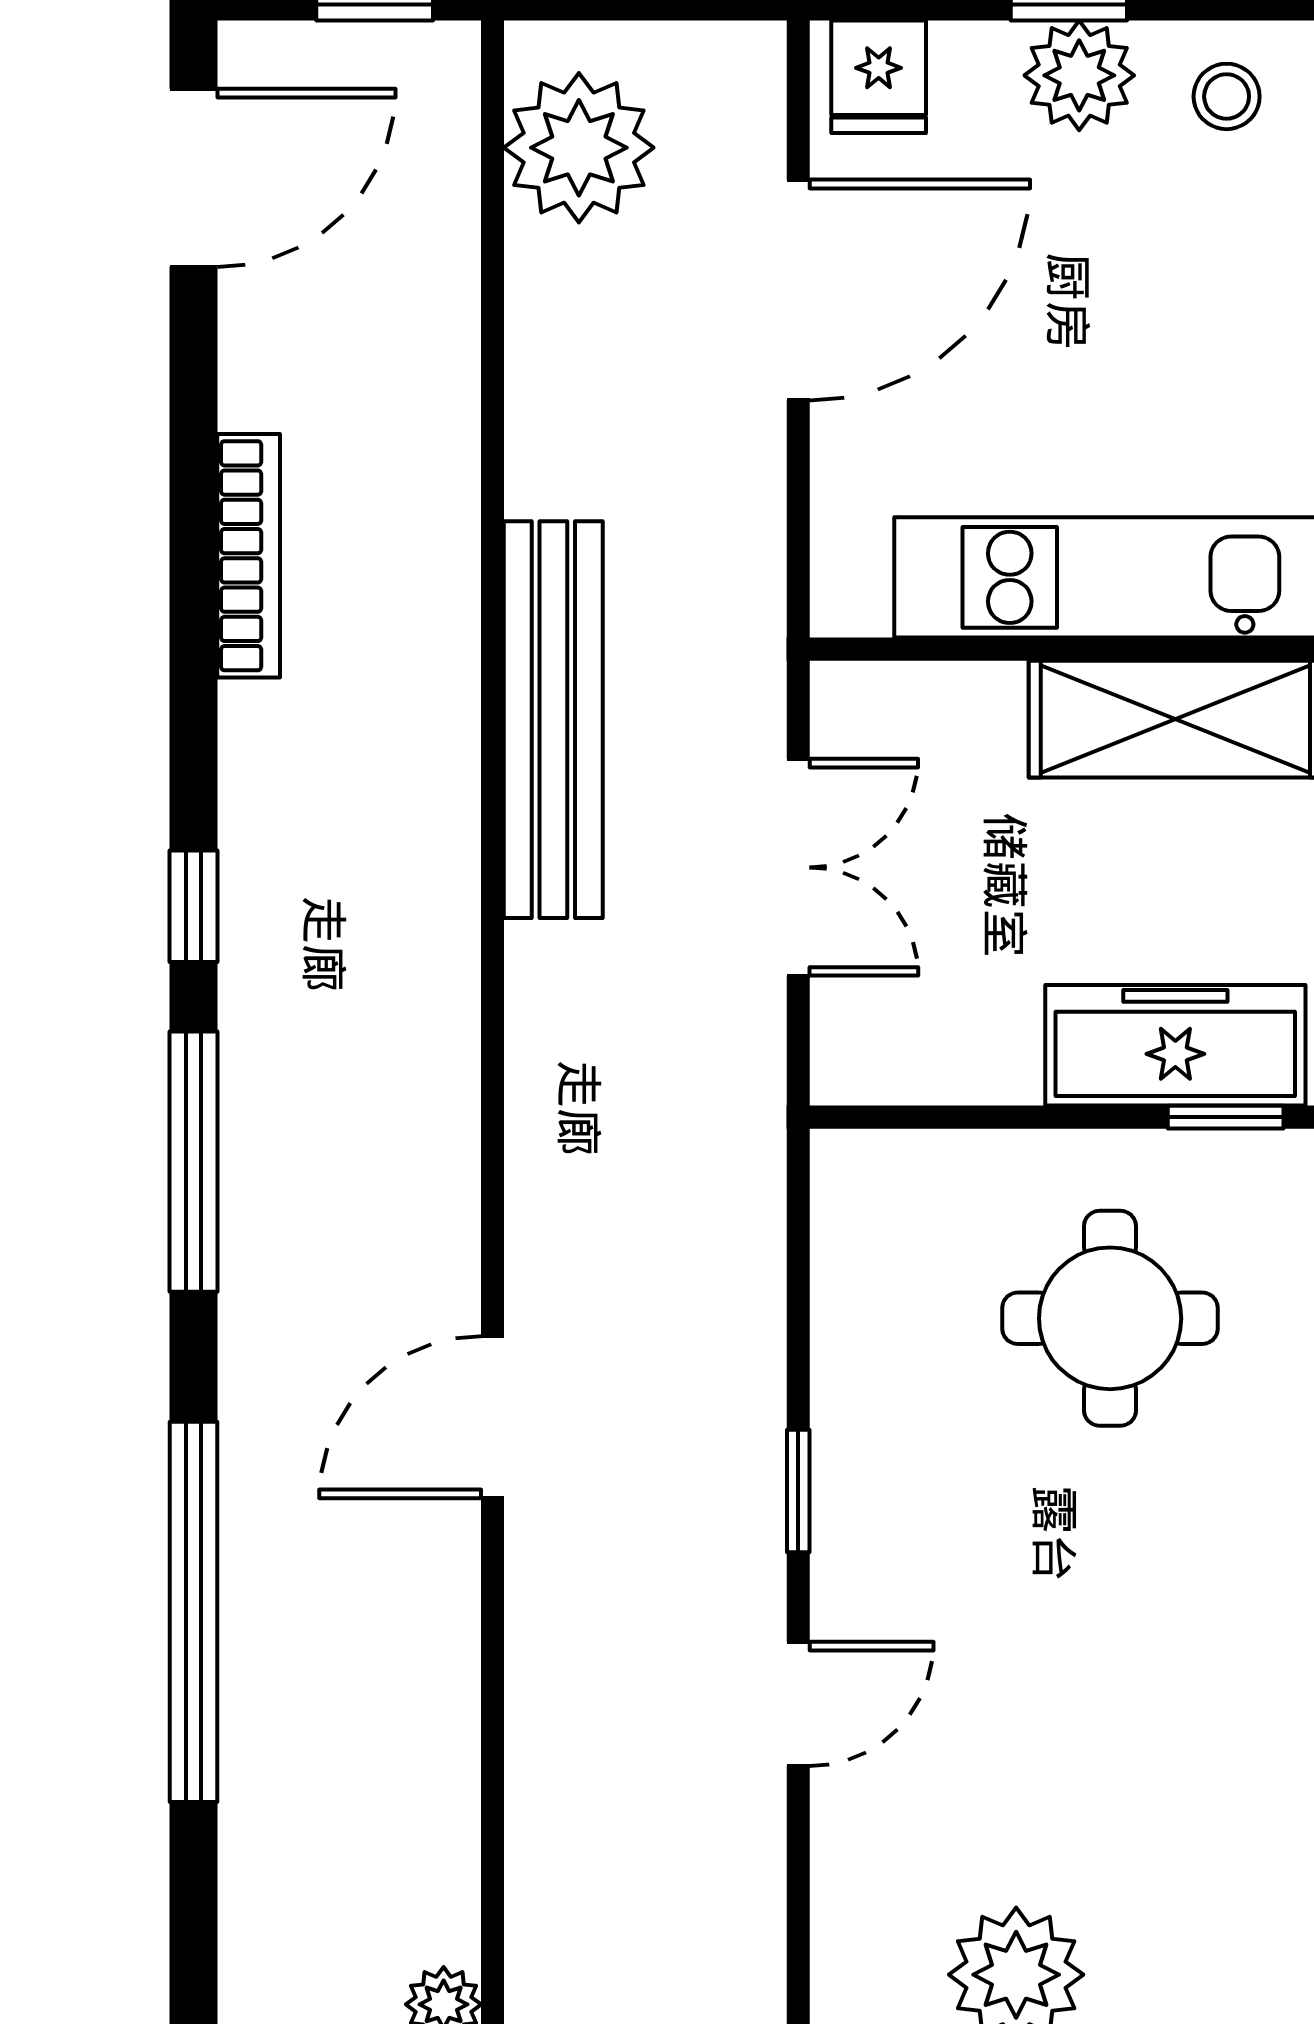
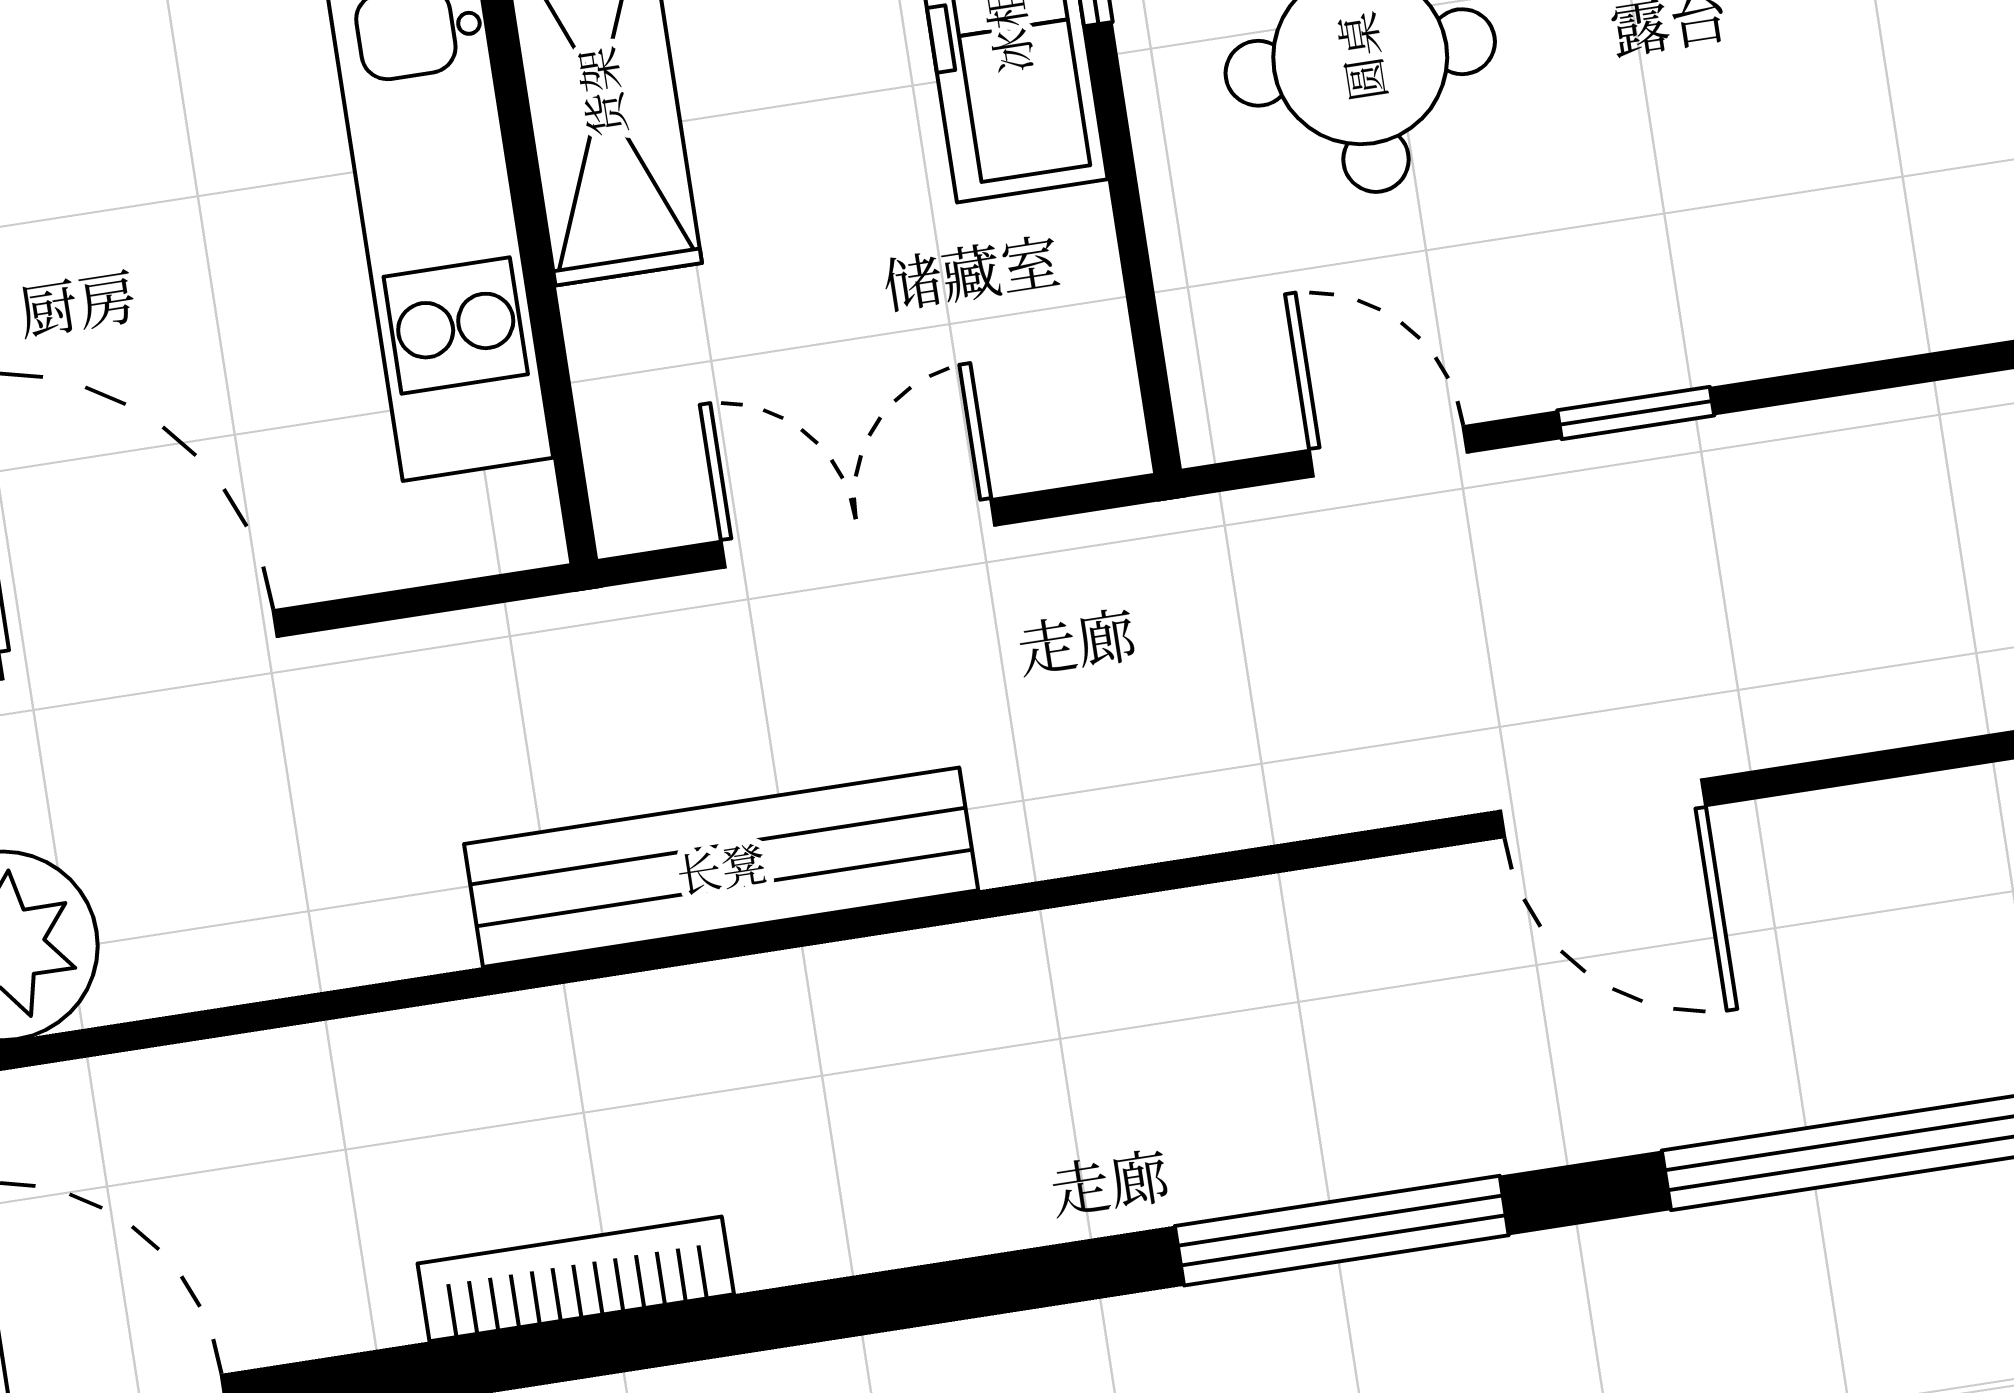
window: (193, 906) -> (1023, 1280), removed
door: (798, 1704) -> (1388, 451), moved

